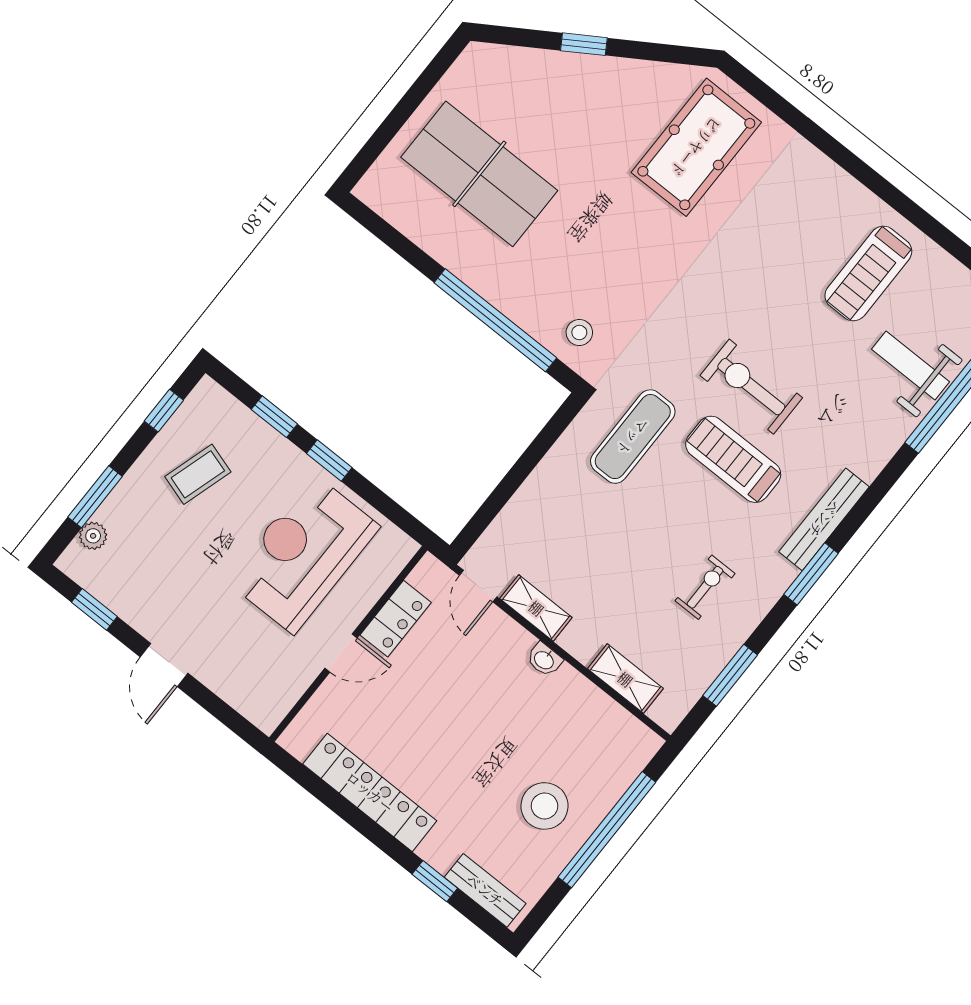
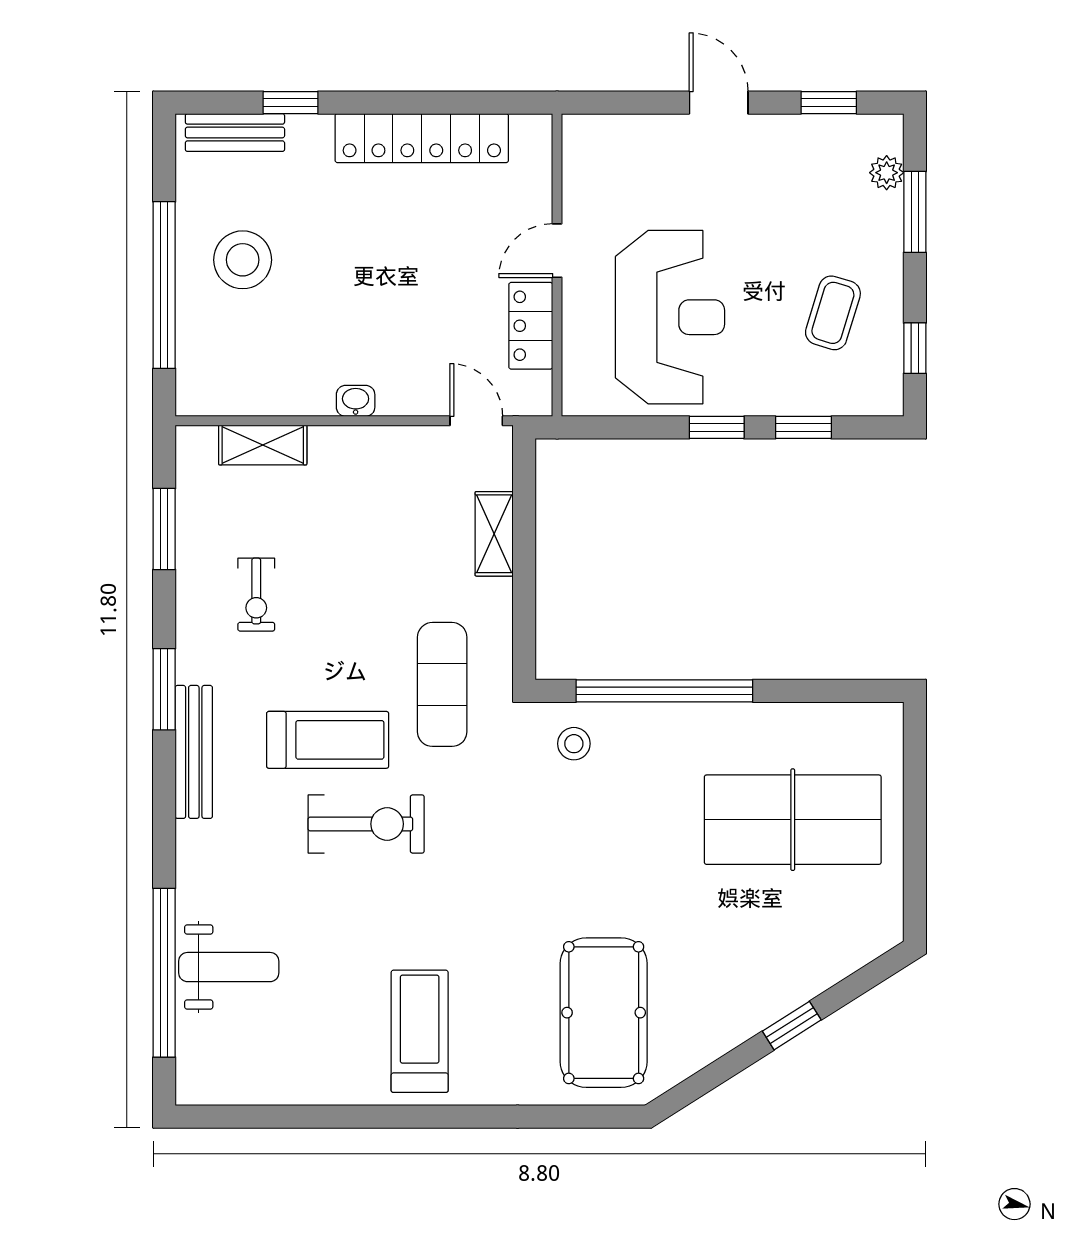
treadmill: (868, 274) -> (420, 1031), moved
shelving: (536, 608) -> (494, 534), moved, turned 90

